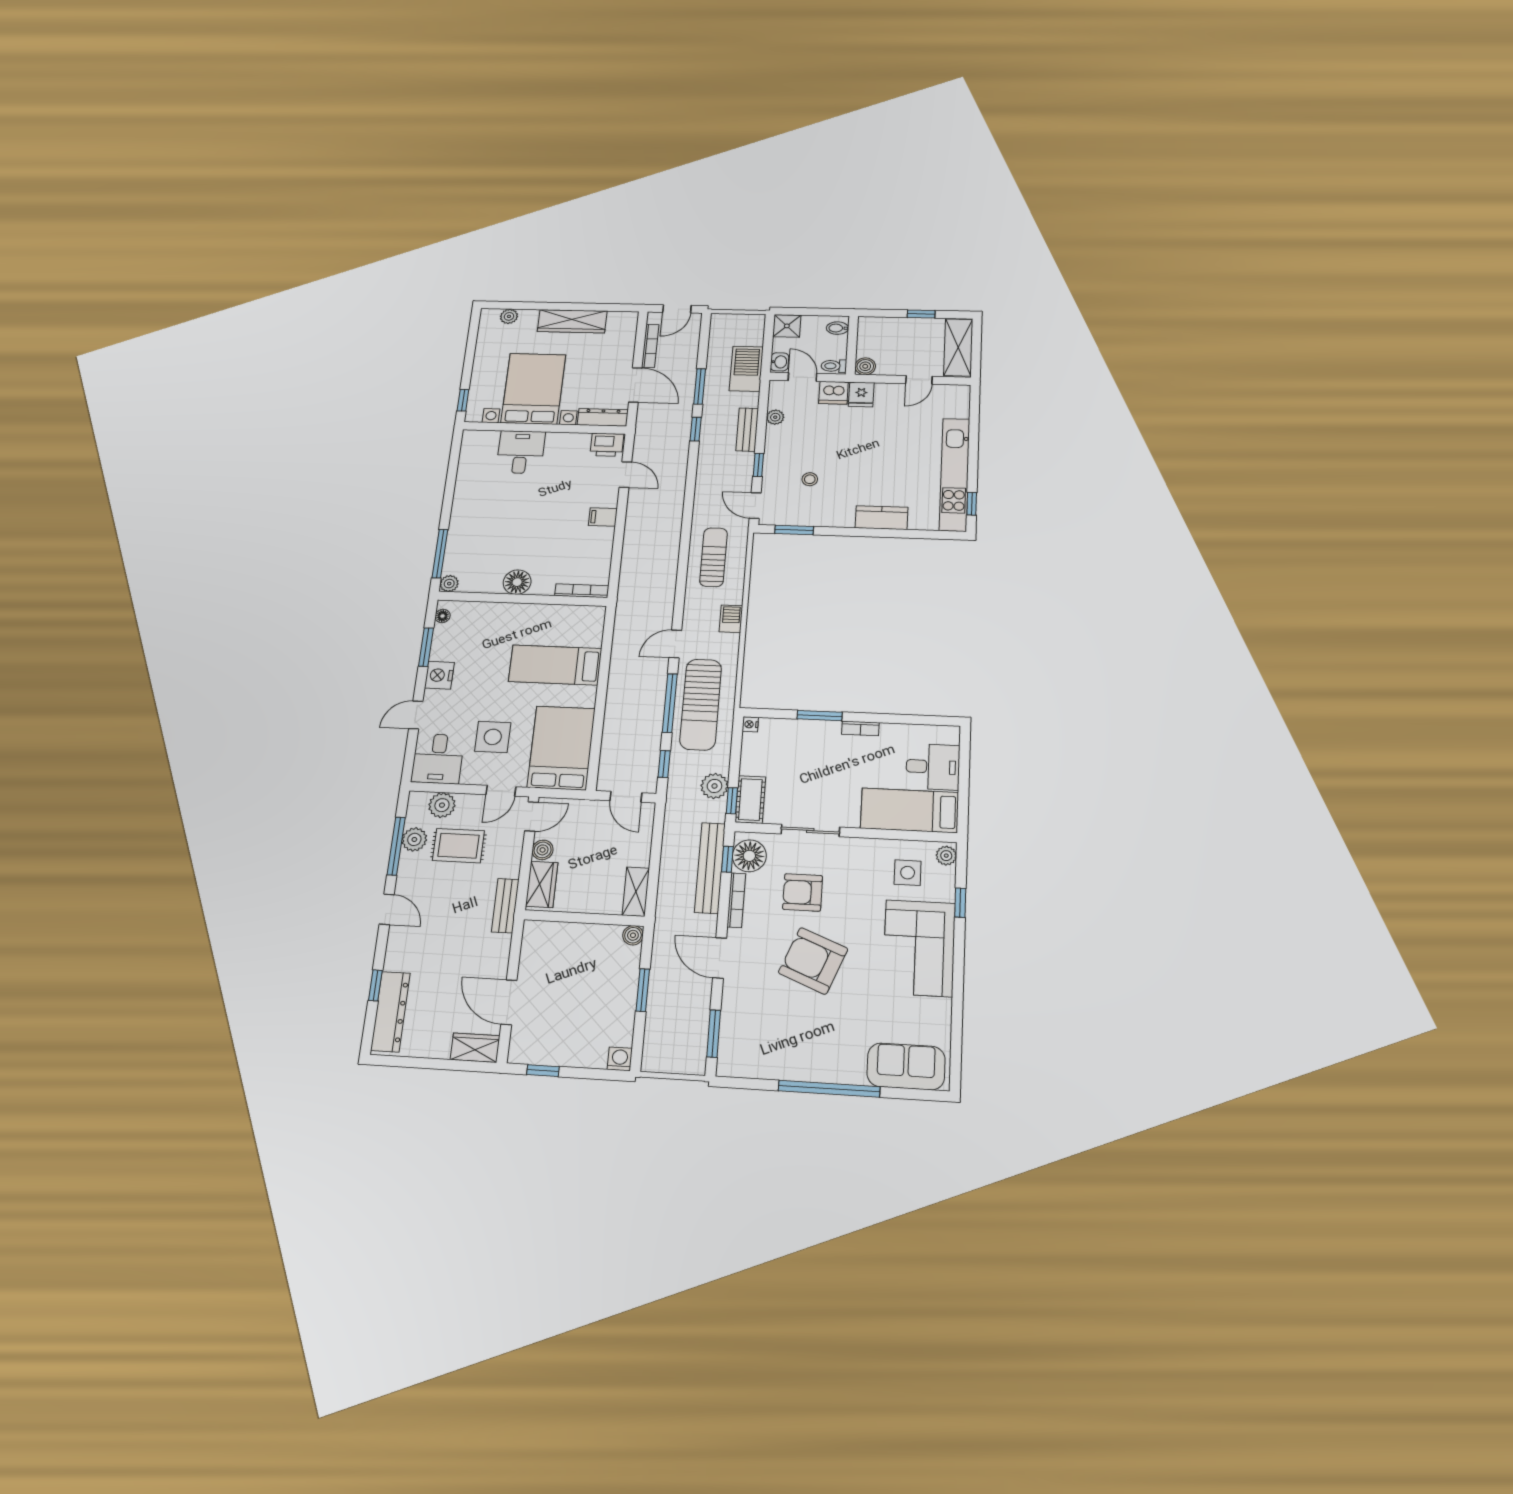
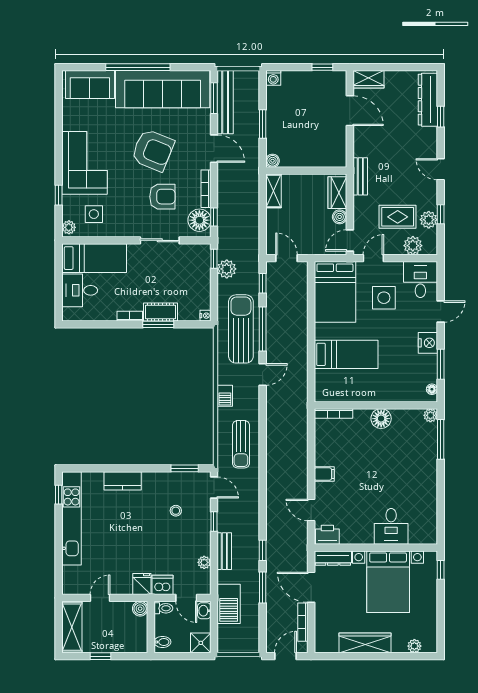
cot: (750, 799) -> (161, 312), moved, turned 90
window: (396, 846) -> (441, 214), width x0.46
bench: (710, 868) -> (225, 102), moved
sofa: (792, 1052) -> (163, 89), added

